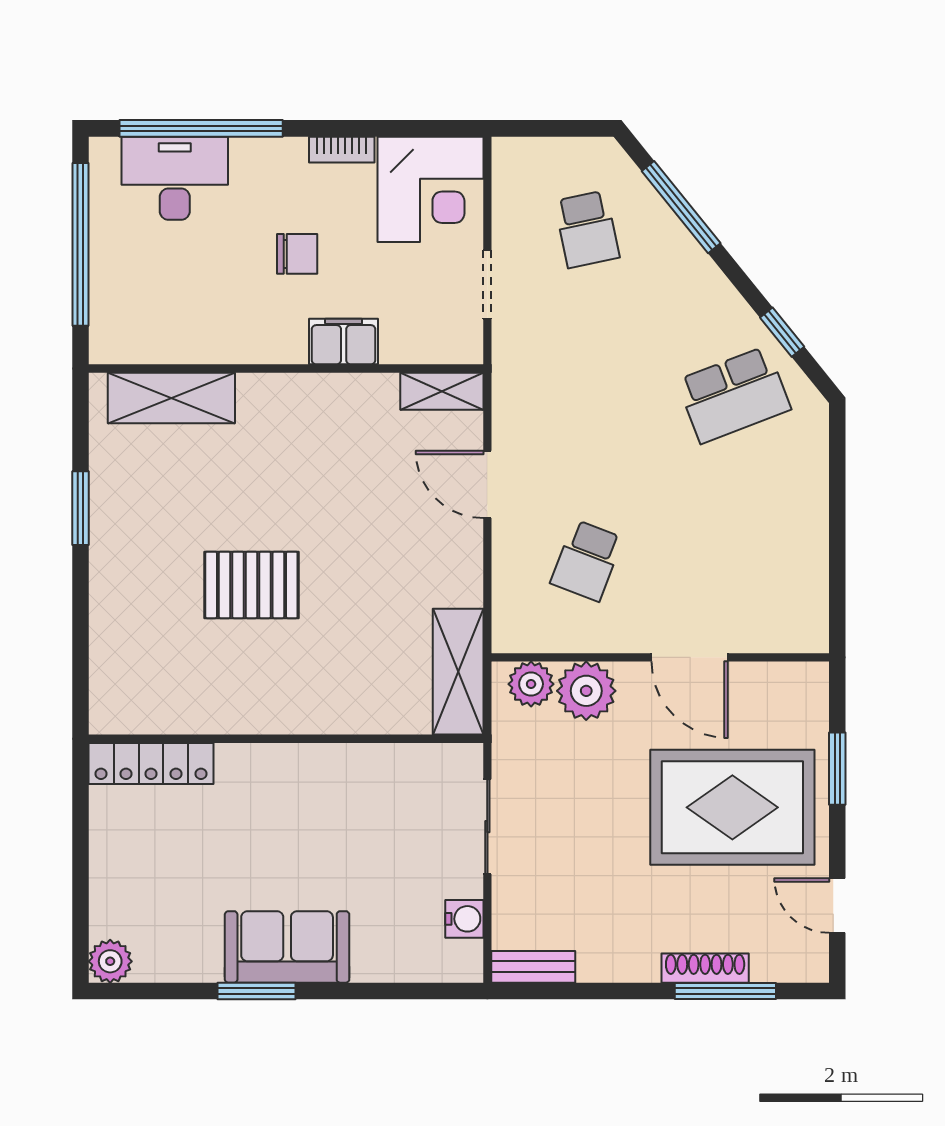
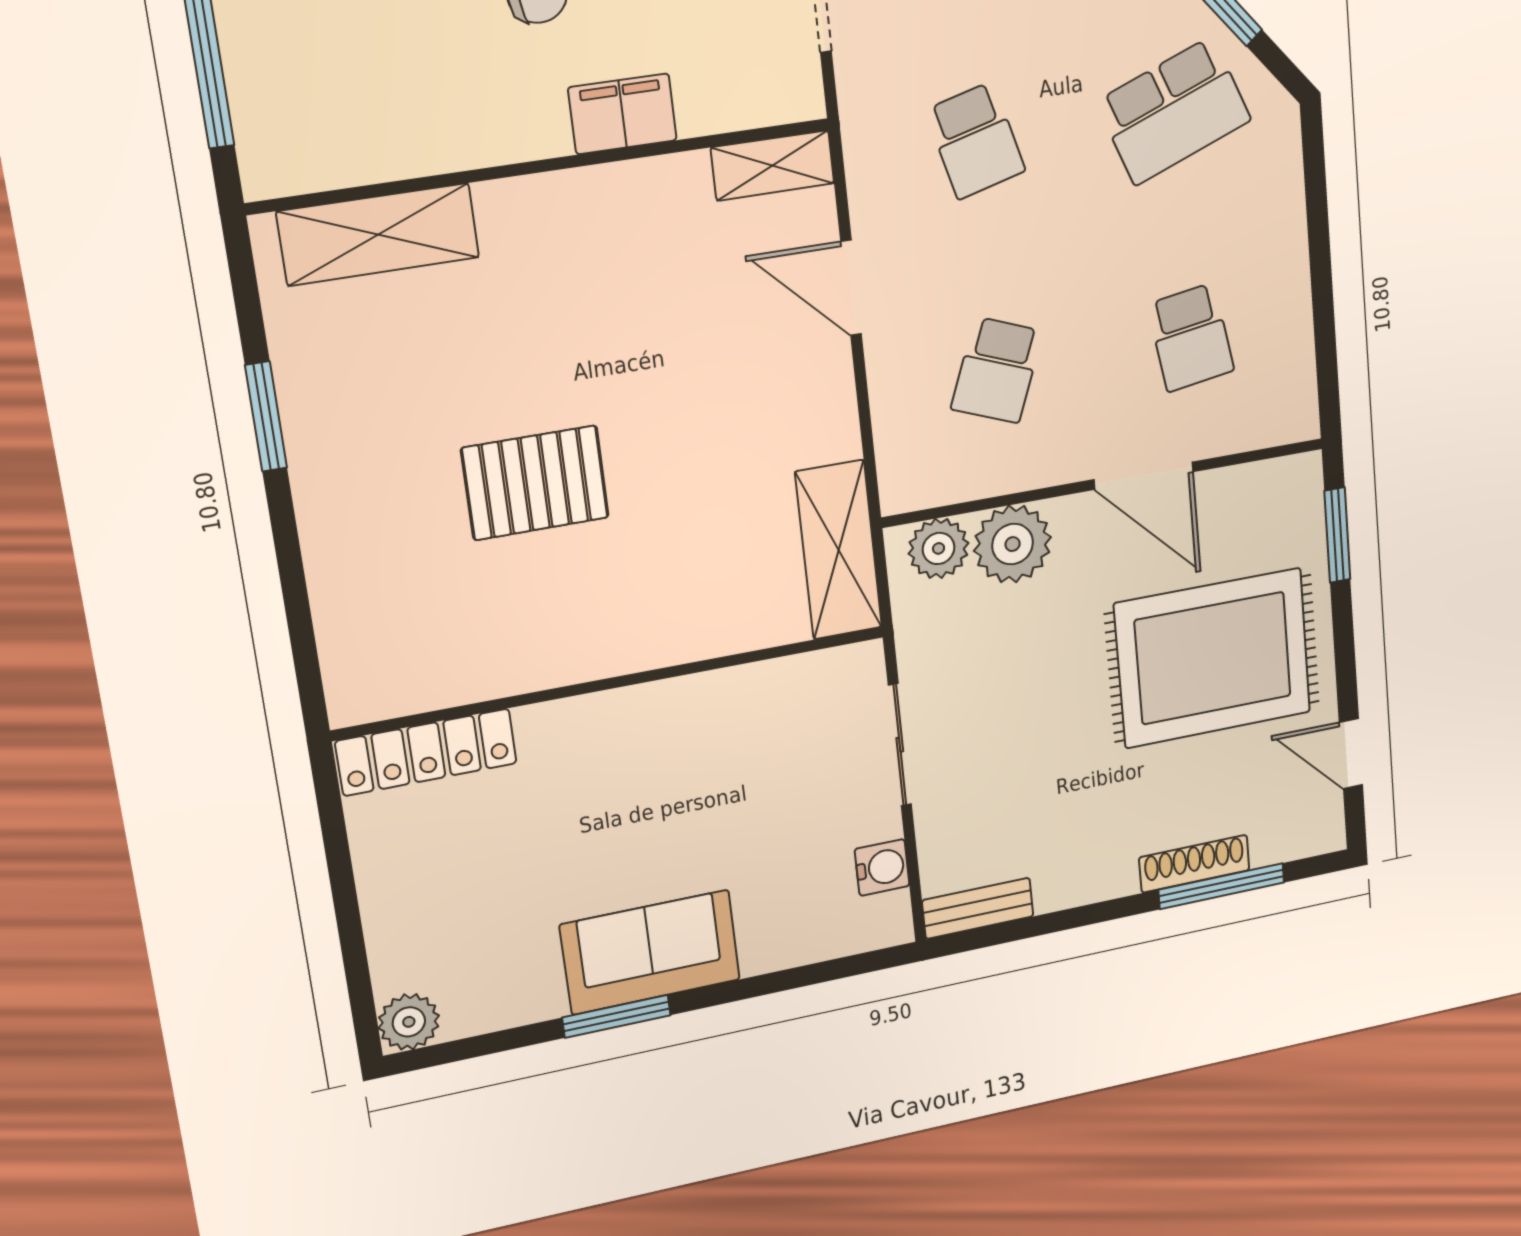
school desk: (587, 395) -> (975, 141), added
school desk: (734, 561) -> (1191, 337), added
window: (837, 769) -> (1337, 535), moved

